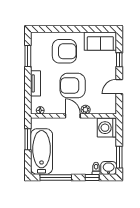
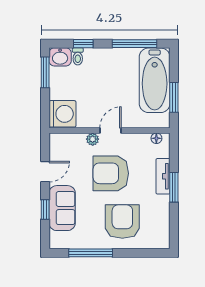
window: (87, 29) -> (91, 253), added
sofa: (100, 41) -> (62, 208), moved, turned 90
armchair: (64, 51) -> (122, 222), turned 90
window: (28, 56) -> (174, 187), moved
armchair: (73, 86) -> (111, 173), turned 180
door: (73, 116) -> (110, 131), swing flipped

